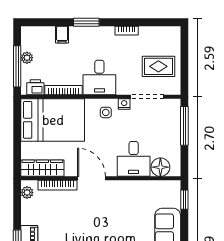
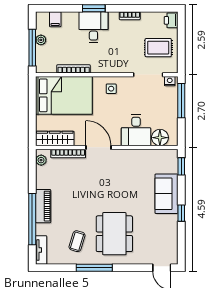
filing cabinet: (62, 35) -> (55, 19), moved
desk: (99, 77) -> (93, 27), moved, turned 180
printer: (35, 87) -> (171, 20), moved, turned -90
nightstand: (124, 104) -> (170, 81), moved

